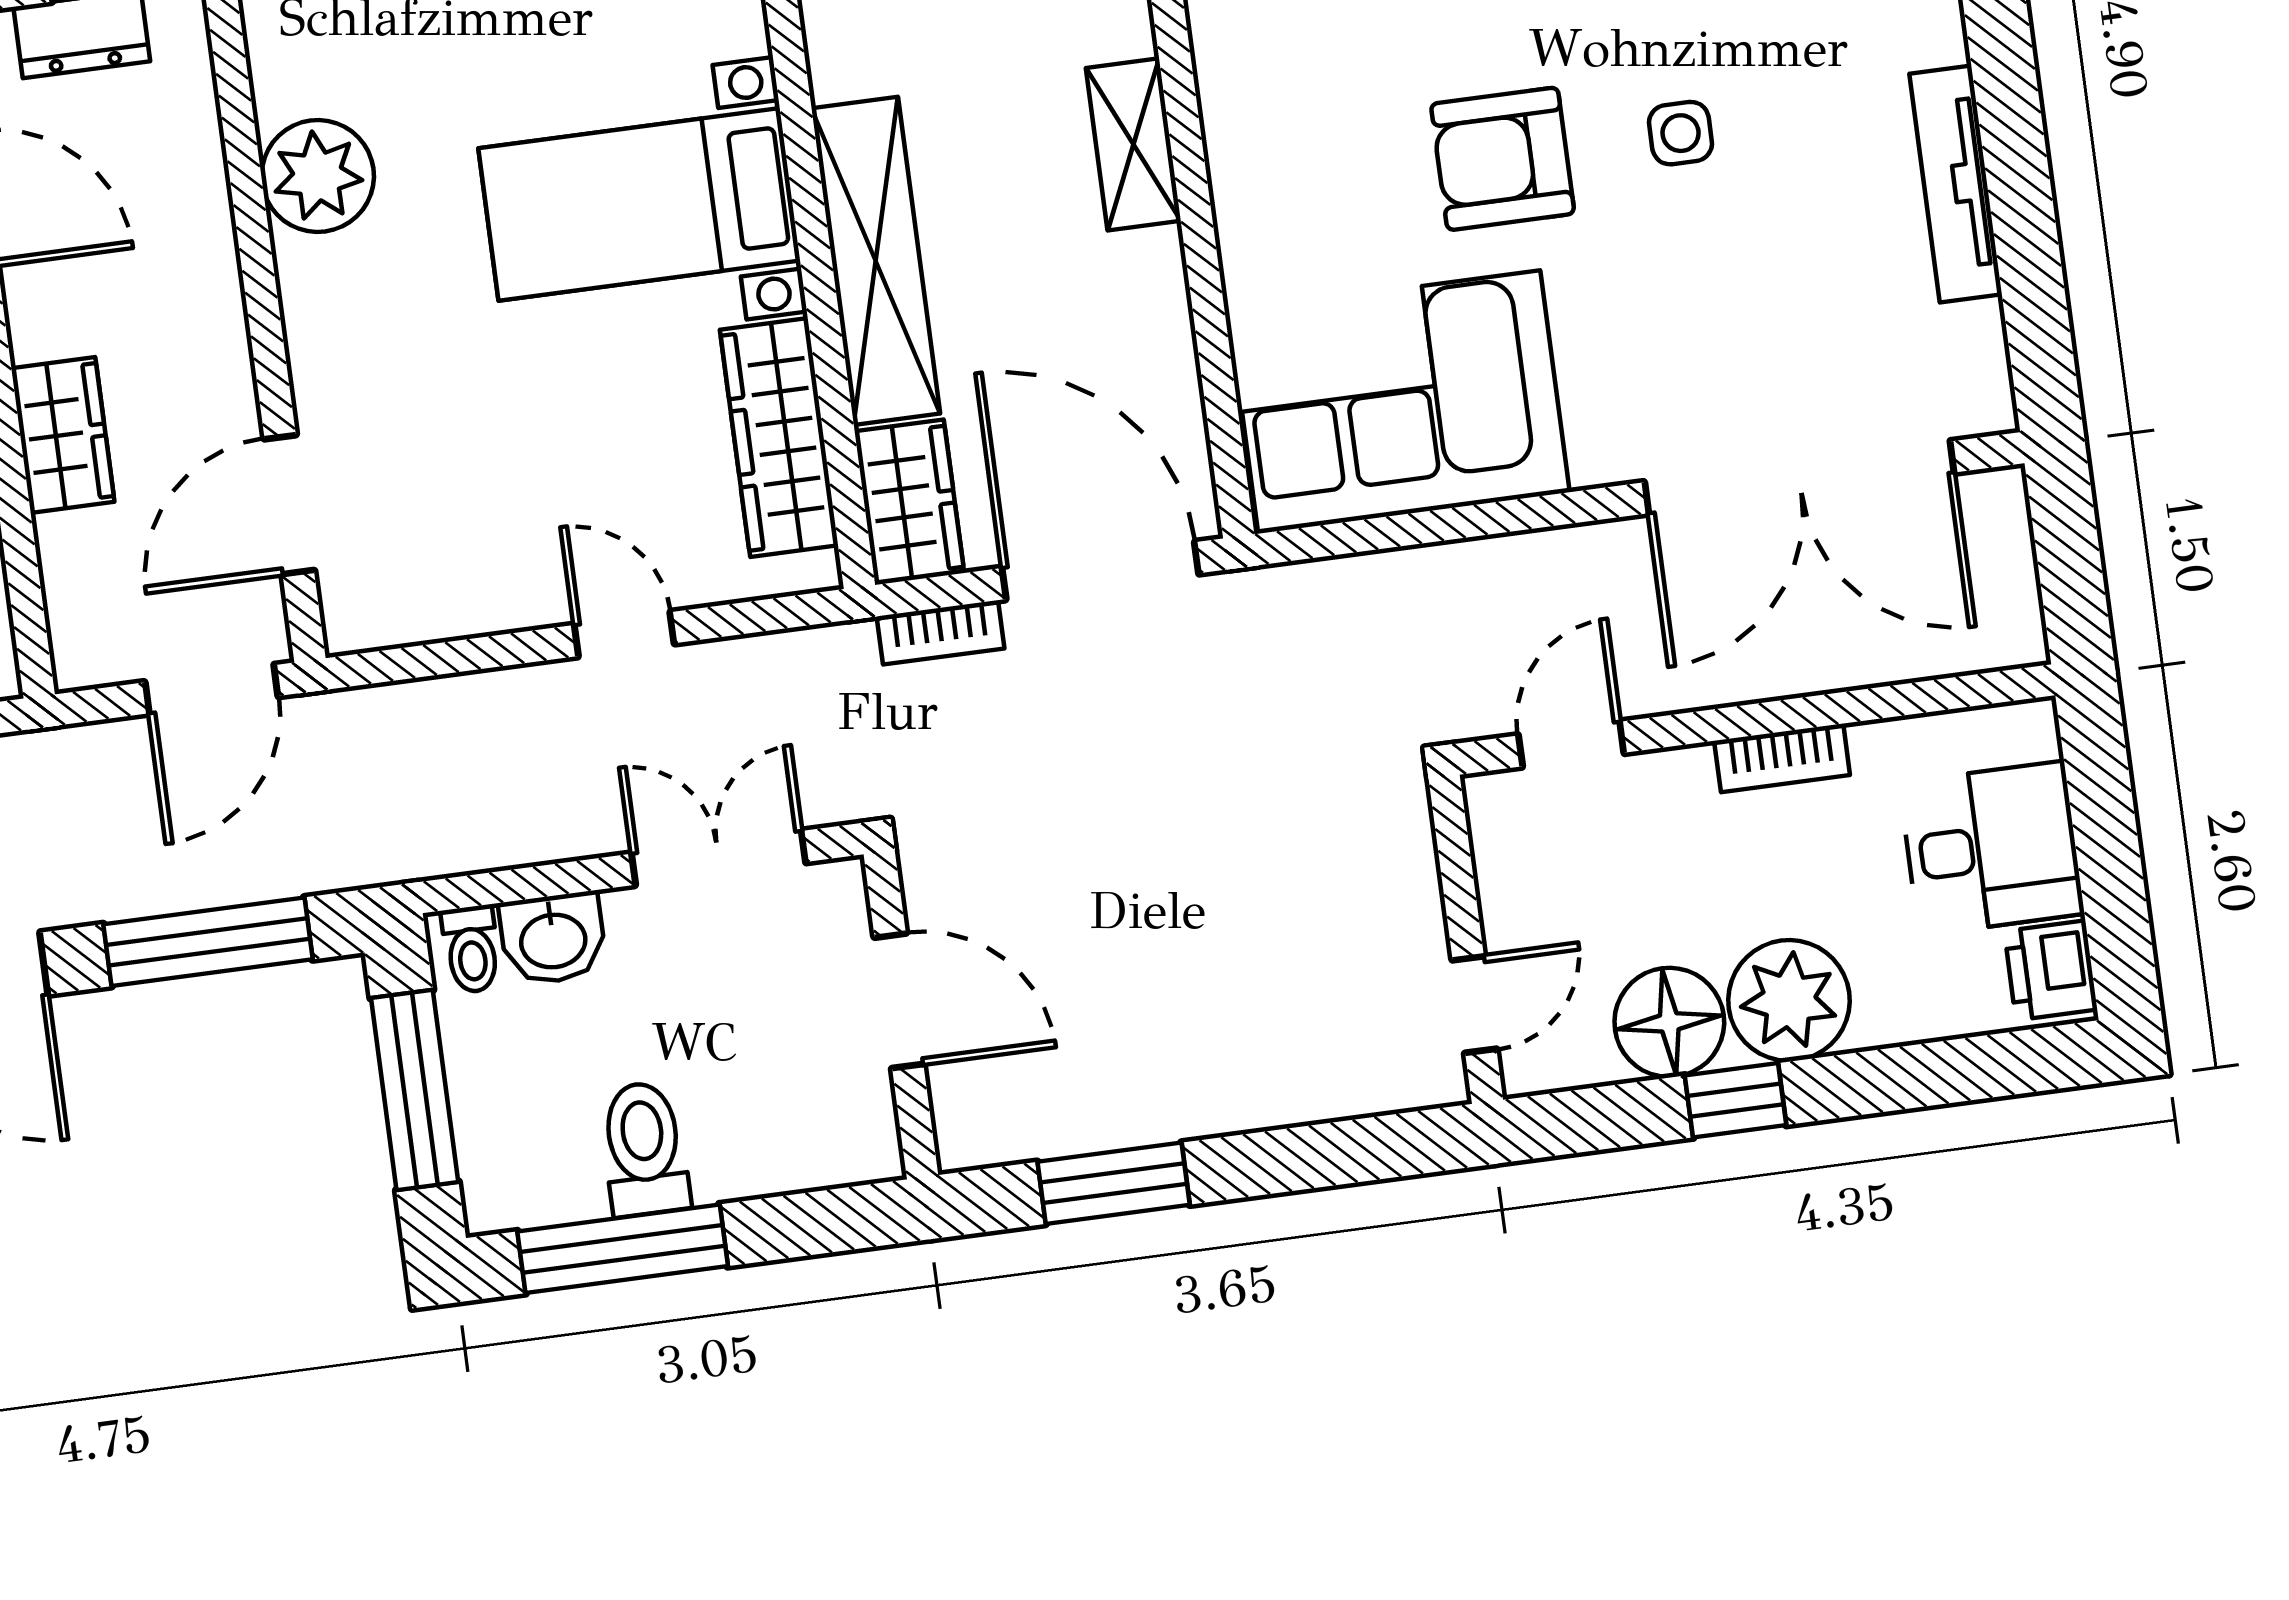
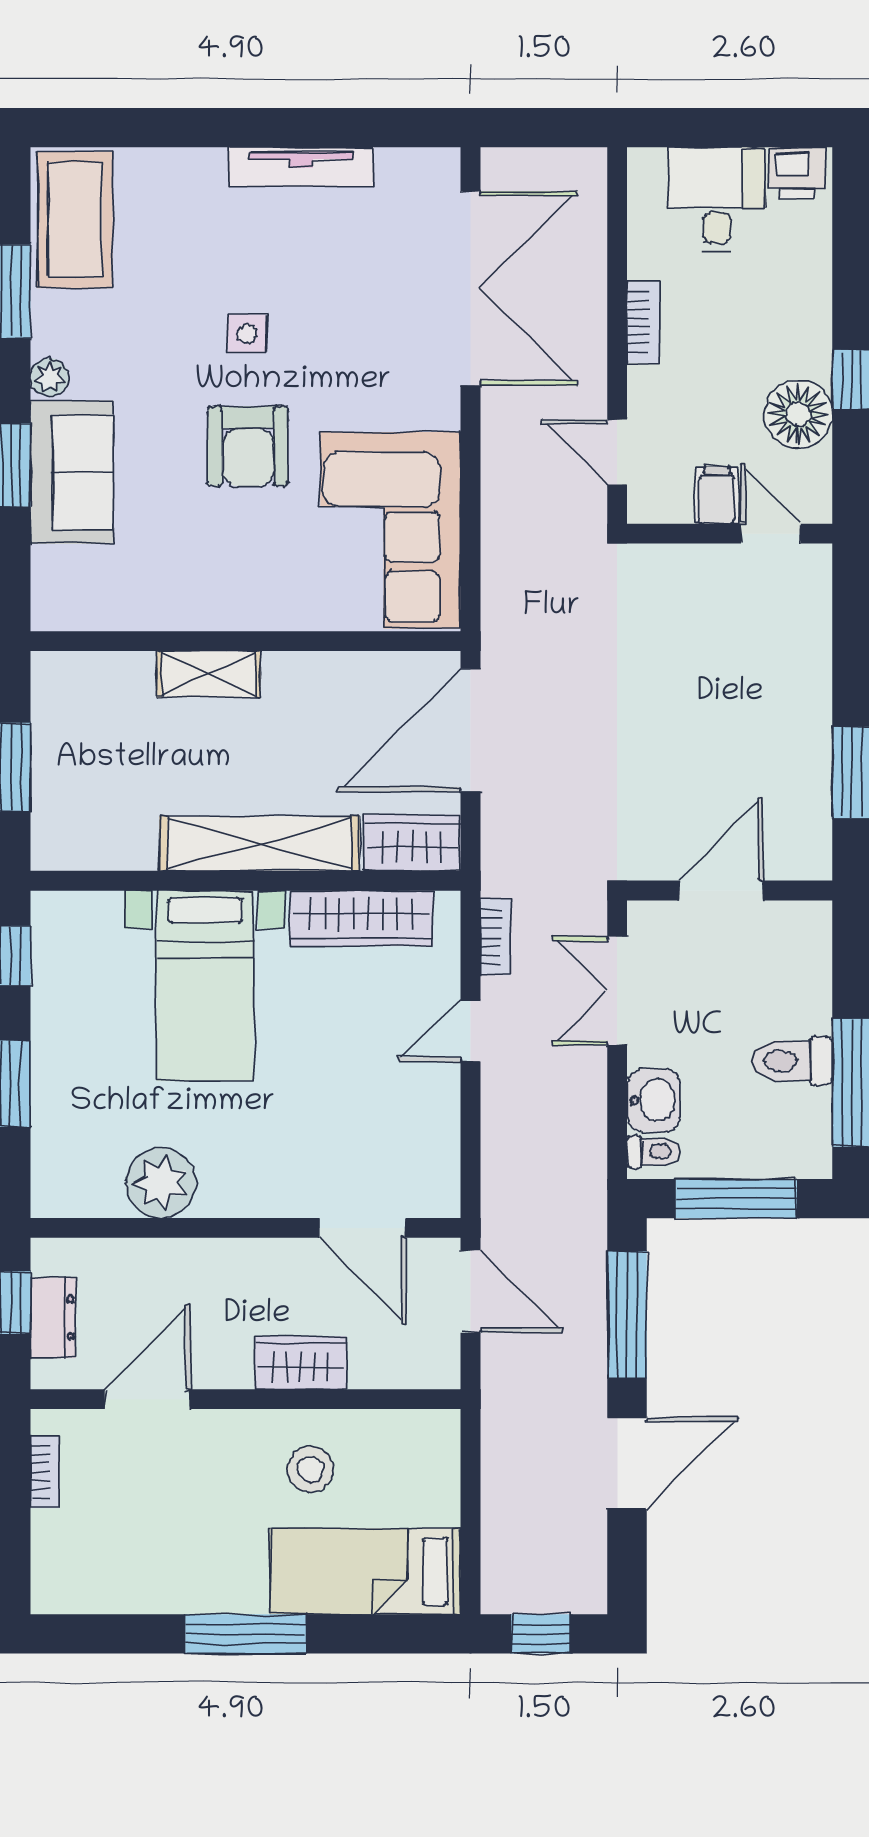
bookcase: (940, 632) -> (496, 937), moved
filing cabinet: (1524, 911) -> (717, 495), added
plant: (1789, 1000) -> (794, 338), removed

